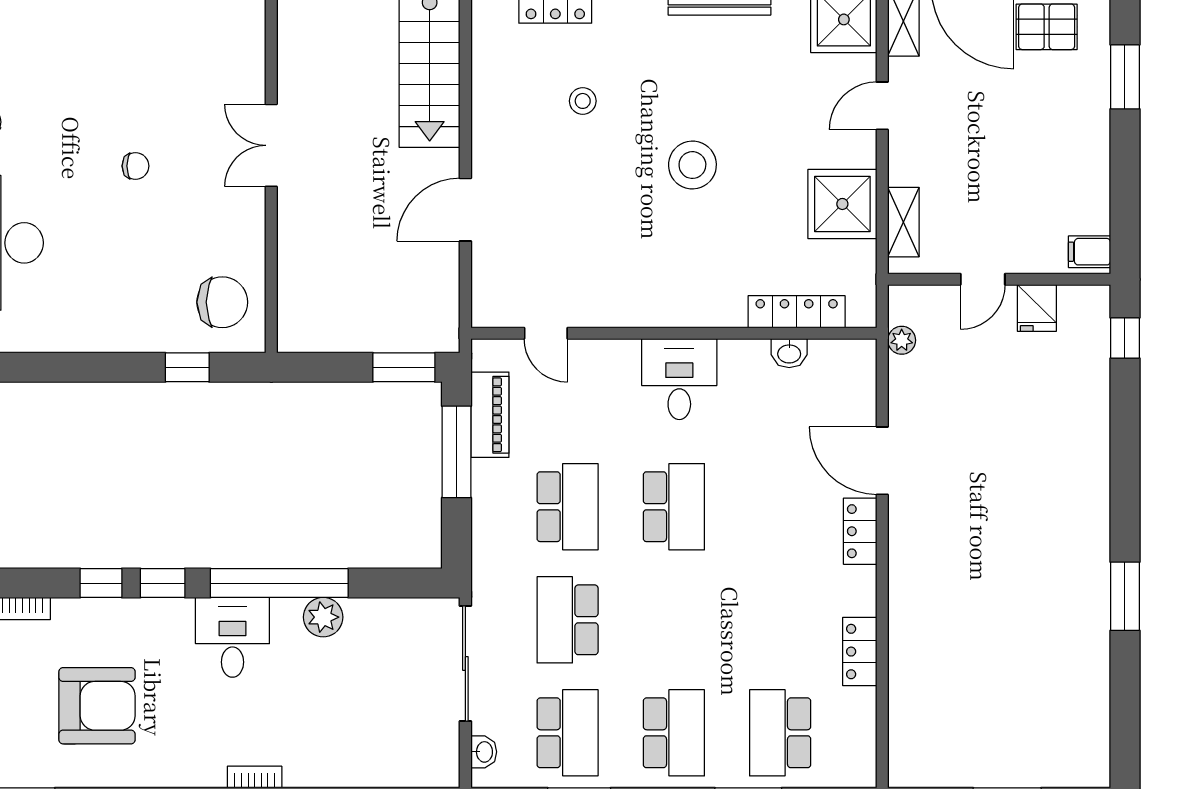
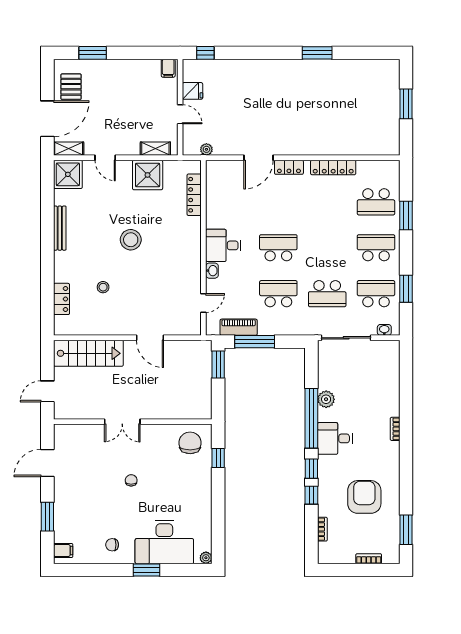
washbasin: (789, 353) -> (212, 271), moved
locker: (860, 652) -> (333, 167), width x1.53

